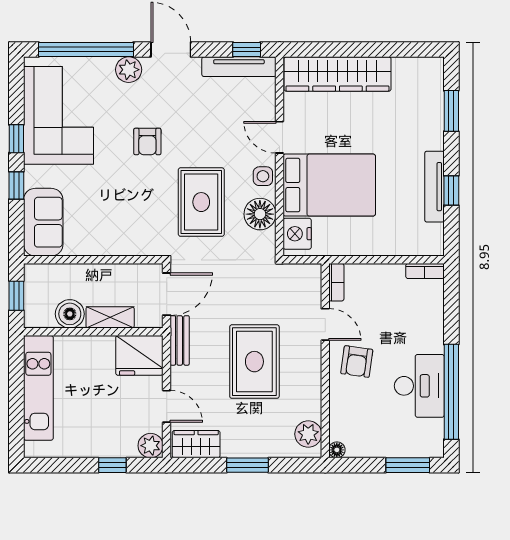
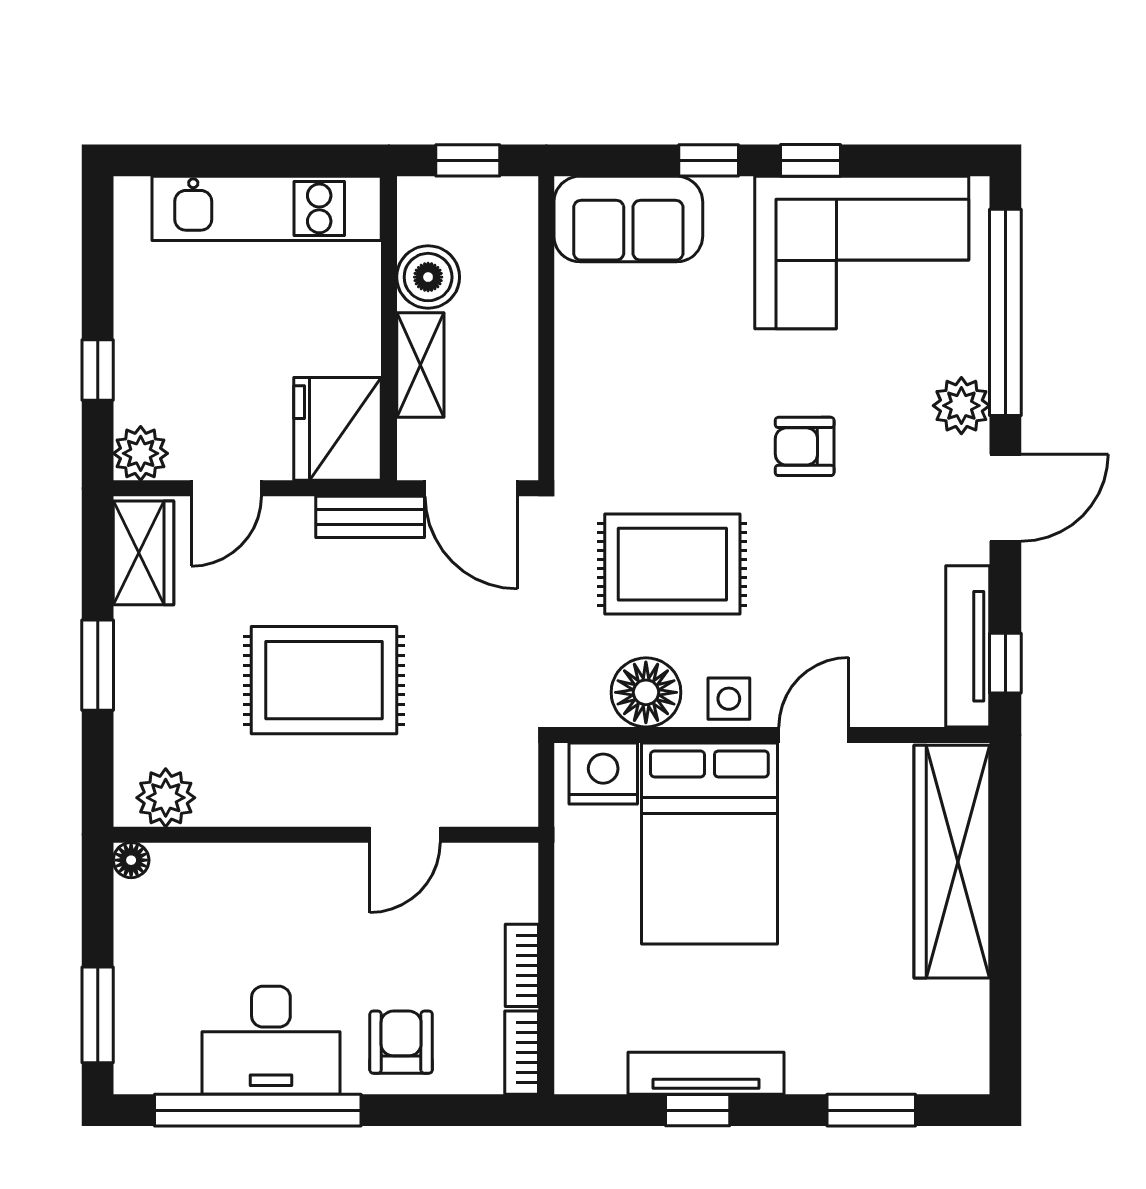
bookcase: (336, 282) -> (522, 965), moved, turned 90
armchair: (357, 362) -> (401, 1042), moved, turned 82

